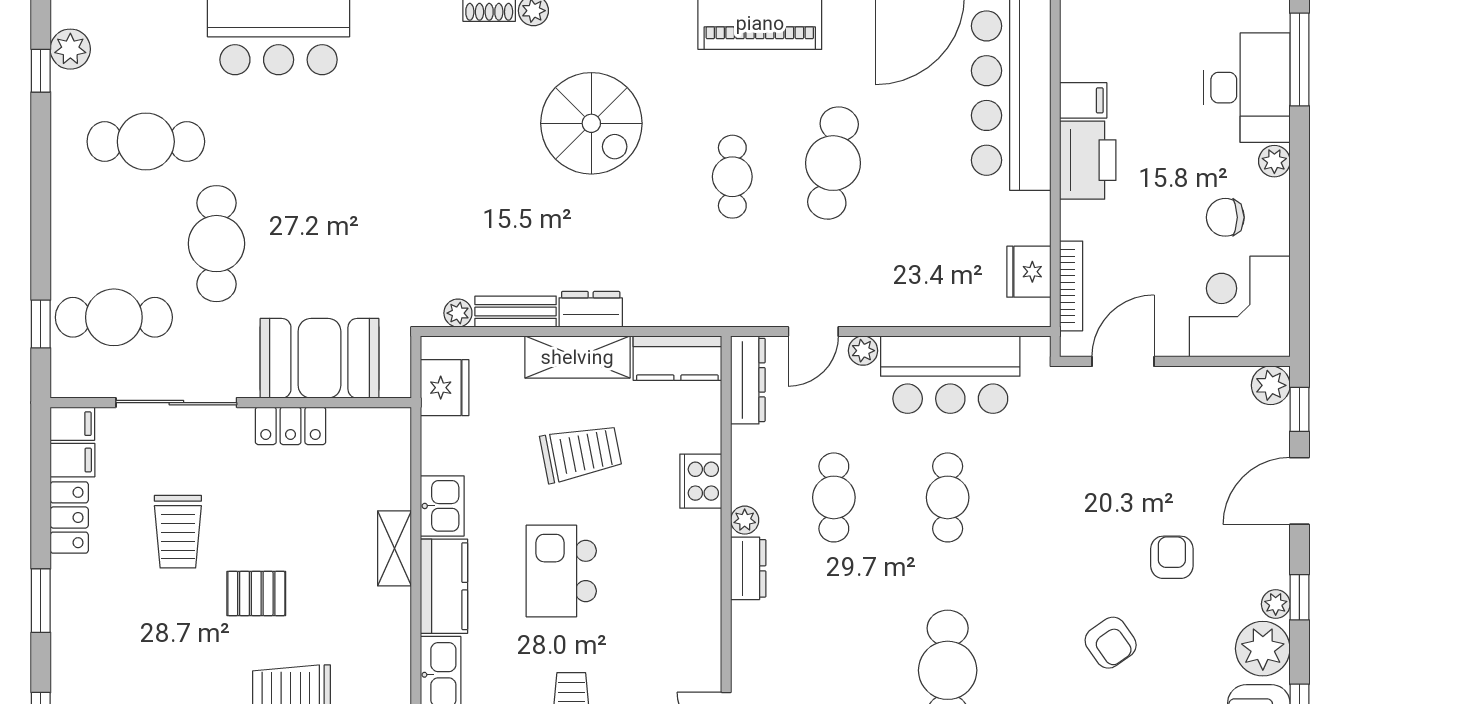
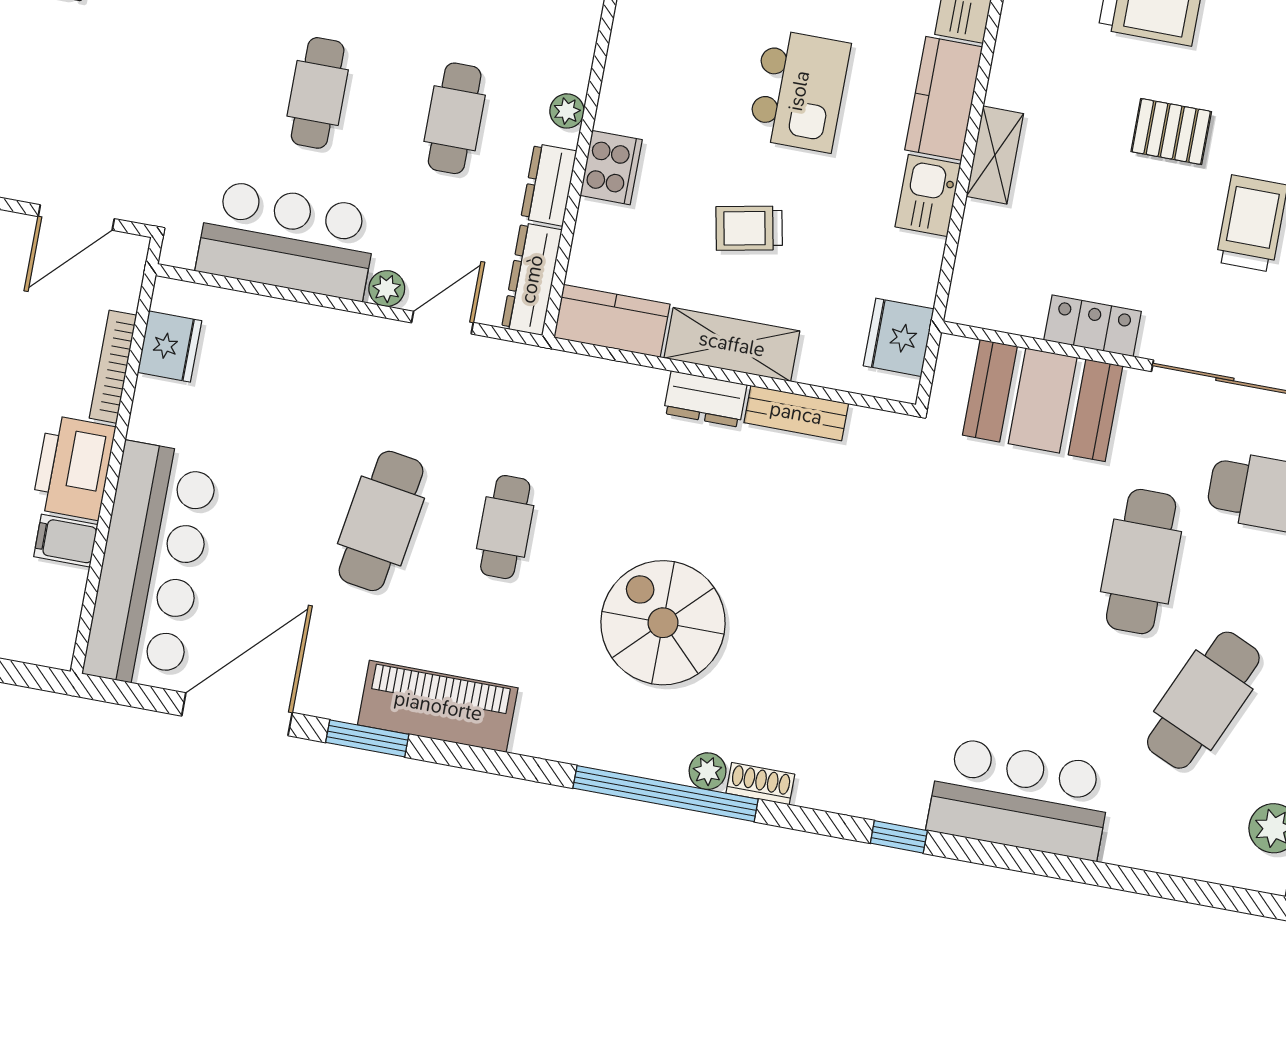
cafe table: (146, 142) -> (1203, 700), turned -66
bookcase: (1071, 286) -> (113, 367), moved
plant: (458, 313) -> (866, 424), removed
trolley: (581, 453) -> (749, 228), width x0.73, depth x0.72
dresser: (748, 568) -> (549, 185), moved

